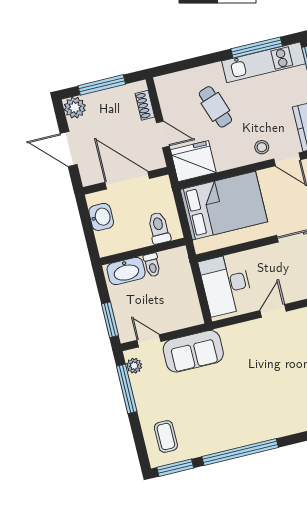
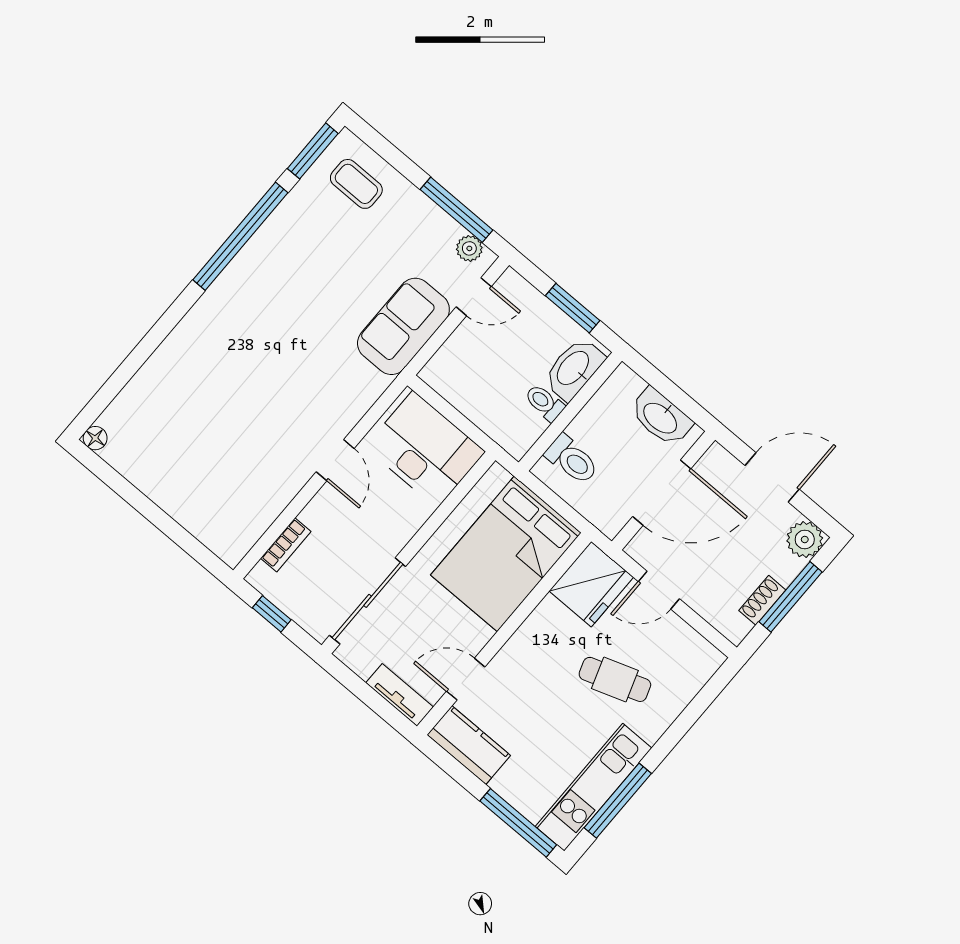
shoe rack: (145, 105) -> (762, 600), moved, turned -90
stool: (262, 147) -> (512, 671), removed
washbasin: (101, 217) -> (661, 417), width x1.38
window: (110, 320) -> (573, 308), moved

